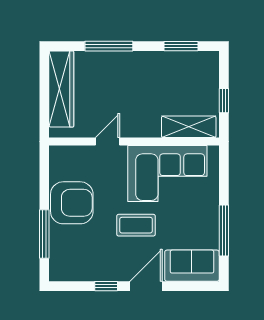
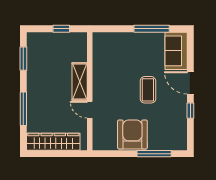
shelving: (189, 127) -> (80, 82), moved
corner sofa: (167, 173) -> (112, 68), removed

